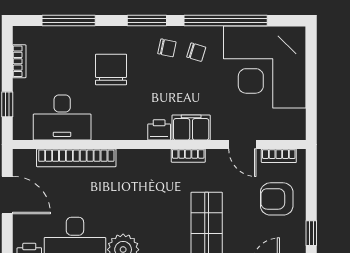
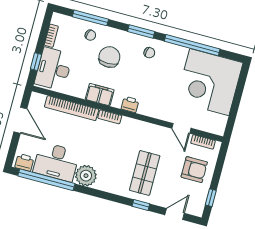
chair: (196, 52) -> (90, 35), moved
desk: (62, 118) -> (54, 69), moved, turned 90
filing cabinet: (191, 128) -> (100, 95), moved
bookcase: (188, 156) -> (110, 117), moved
armchair: (277, 199) -> (194, 170), turned 180

